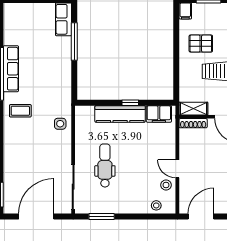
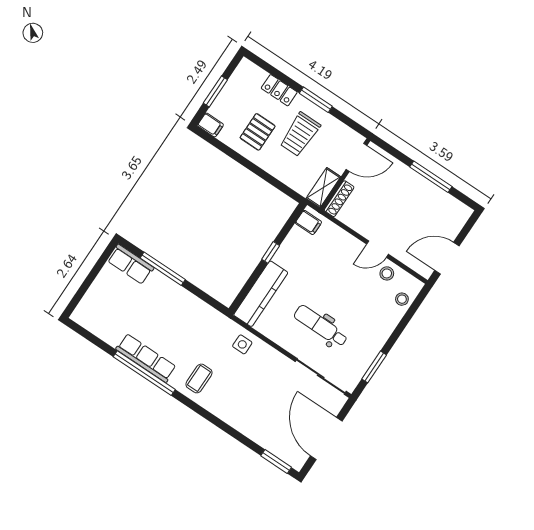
kitchen counter: (120, 114) -> (261, 294), moved
filing cabinet: (159, 114) -> (308, 222), width x0.50
door: (201, 217) -> (447, 258), hinge flipped

